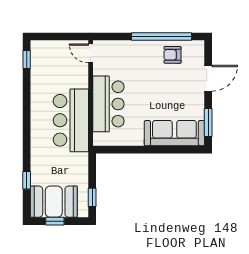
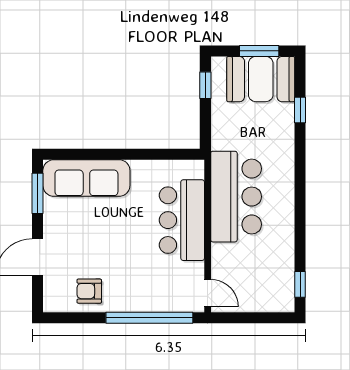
window: (162, 36) -> (149, 318), moved
armchair: (172, 55) -> (89, 291), turned 180
window: (55, 221) -> (259, 51), width x1.50

